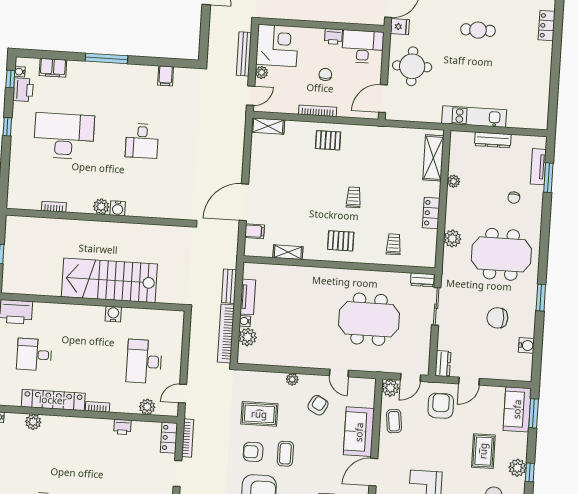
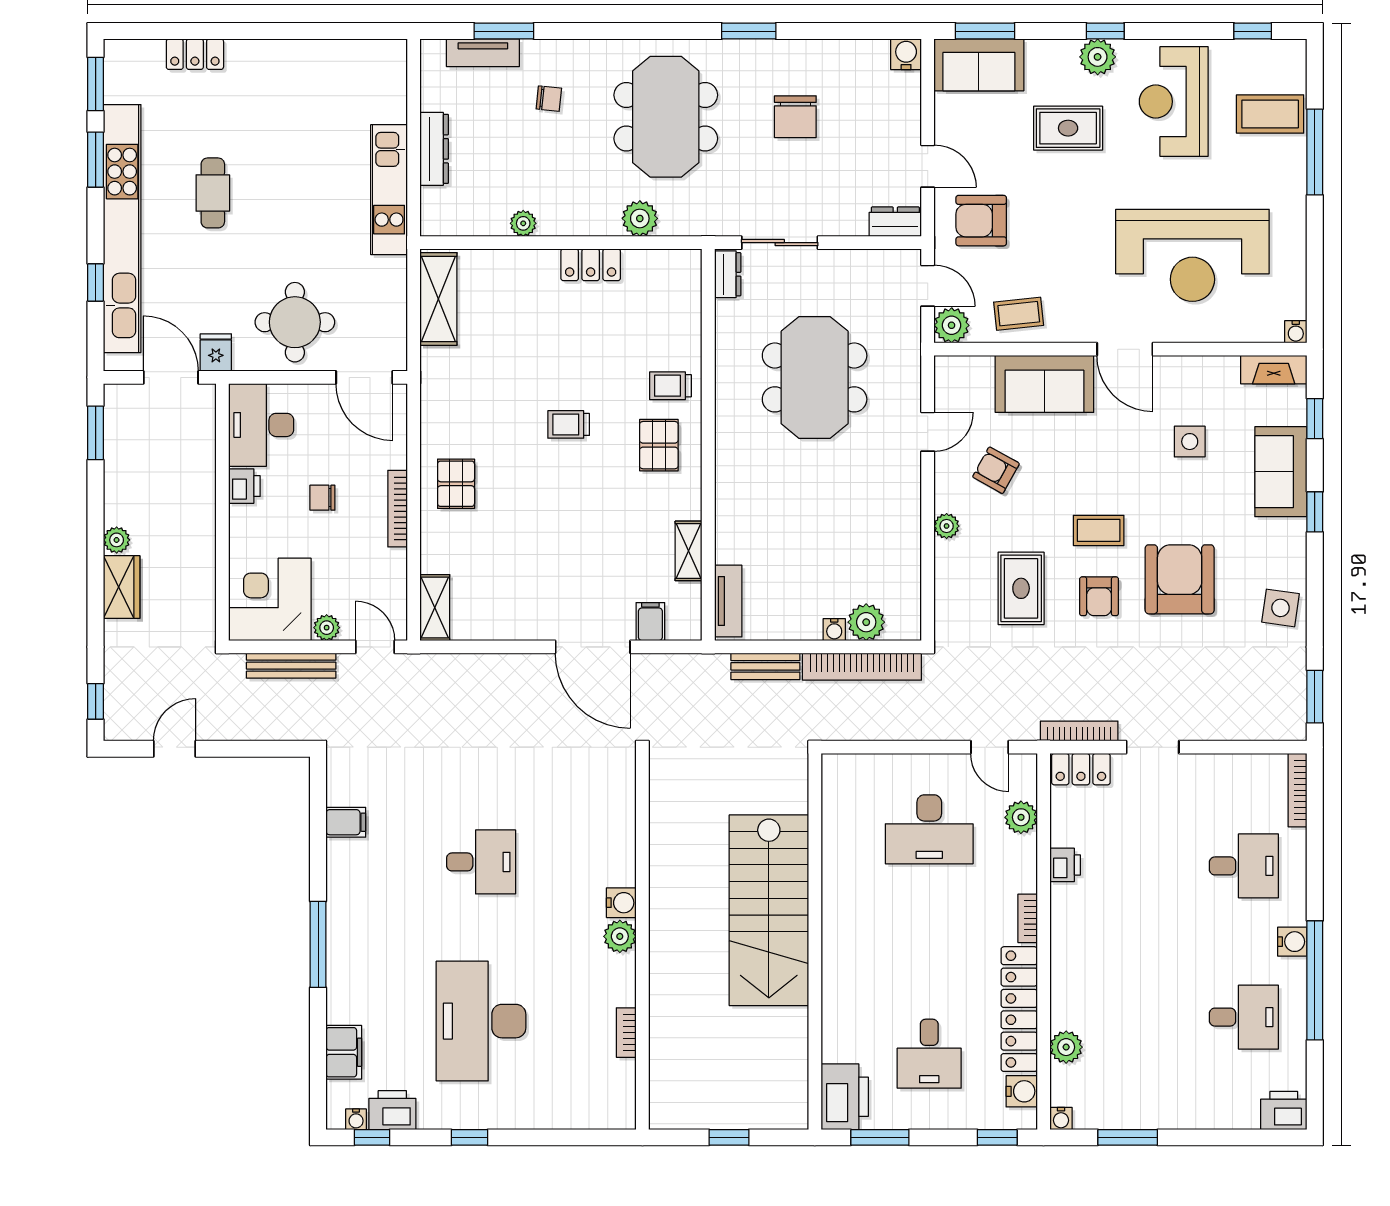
shelving: (433, 158) -> (438, 299), moved, turned 90
trolley: (394, 244) -> (670, 386), moved
tv unit: (248, 297) -> (728, 601), moved, turned 90
water cooler: (113, 314) -> (1022, 1091), moved, turned 180
water cooler: (526, 345) -> (906, 54), moved

